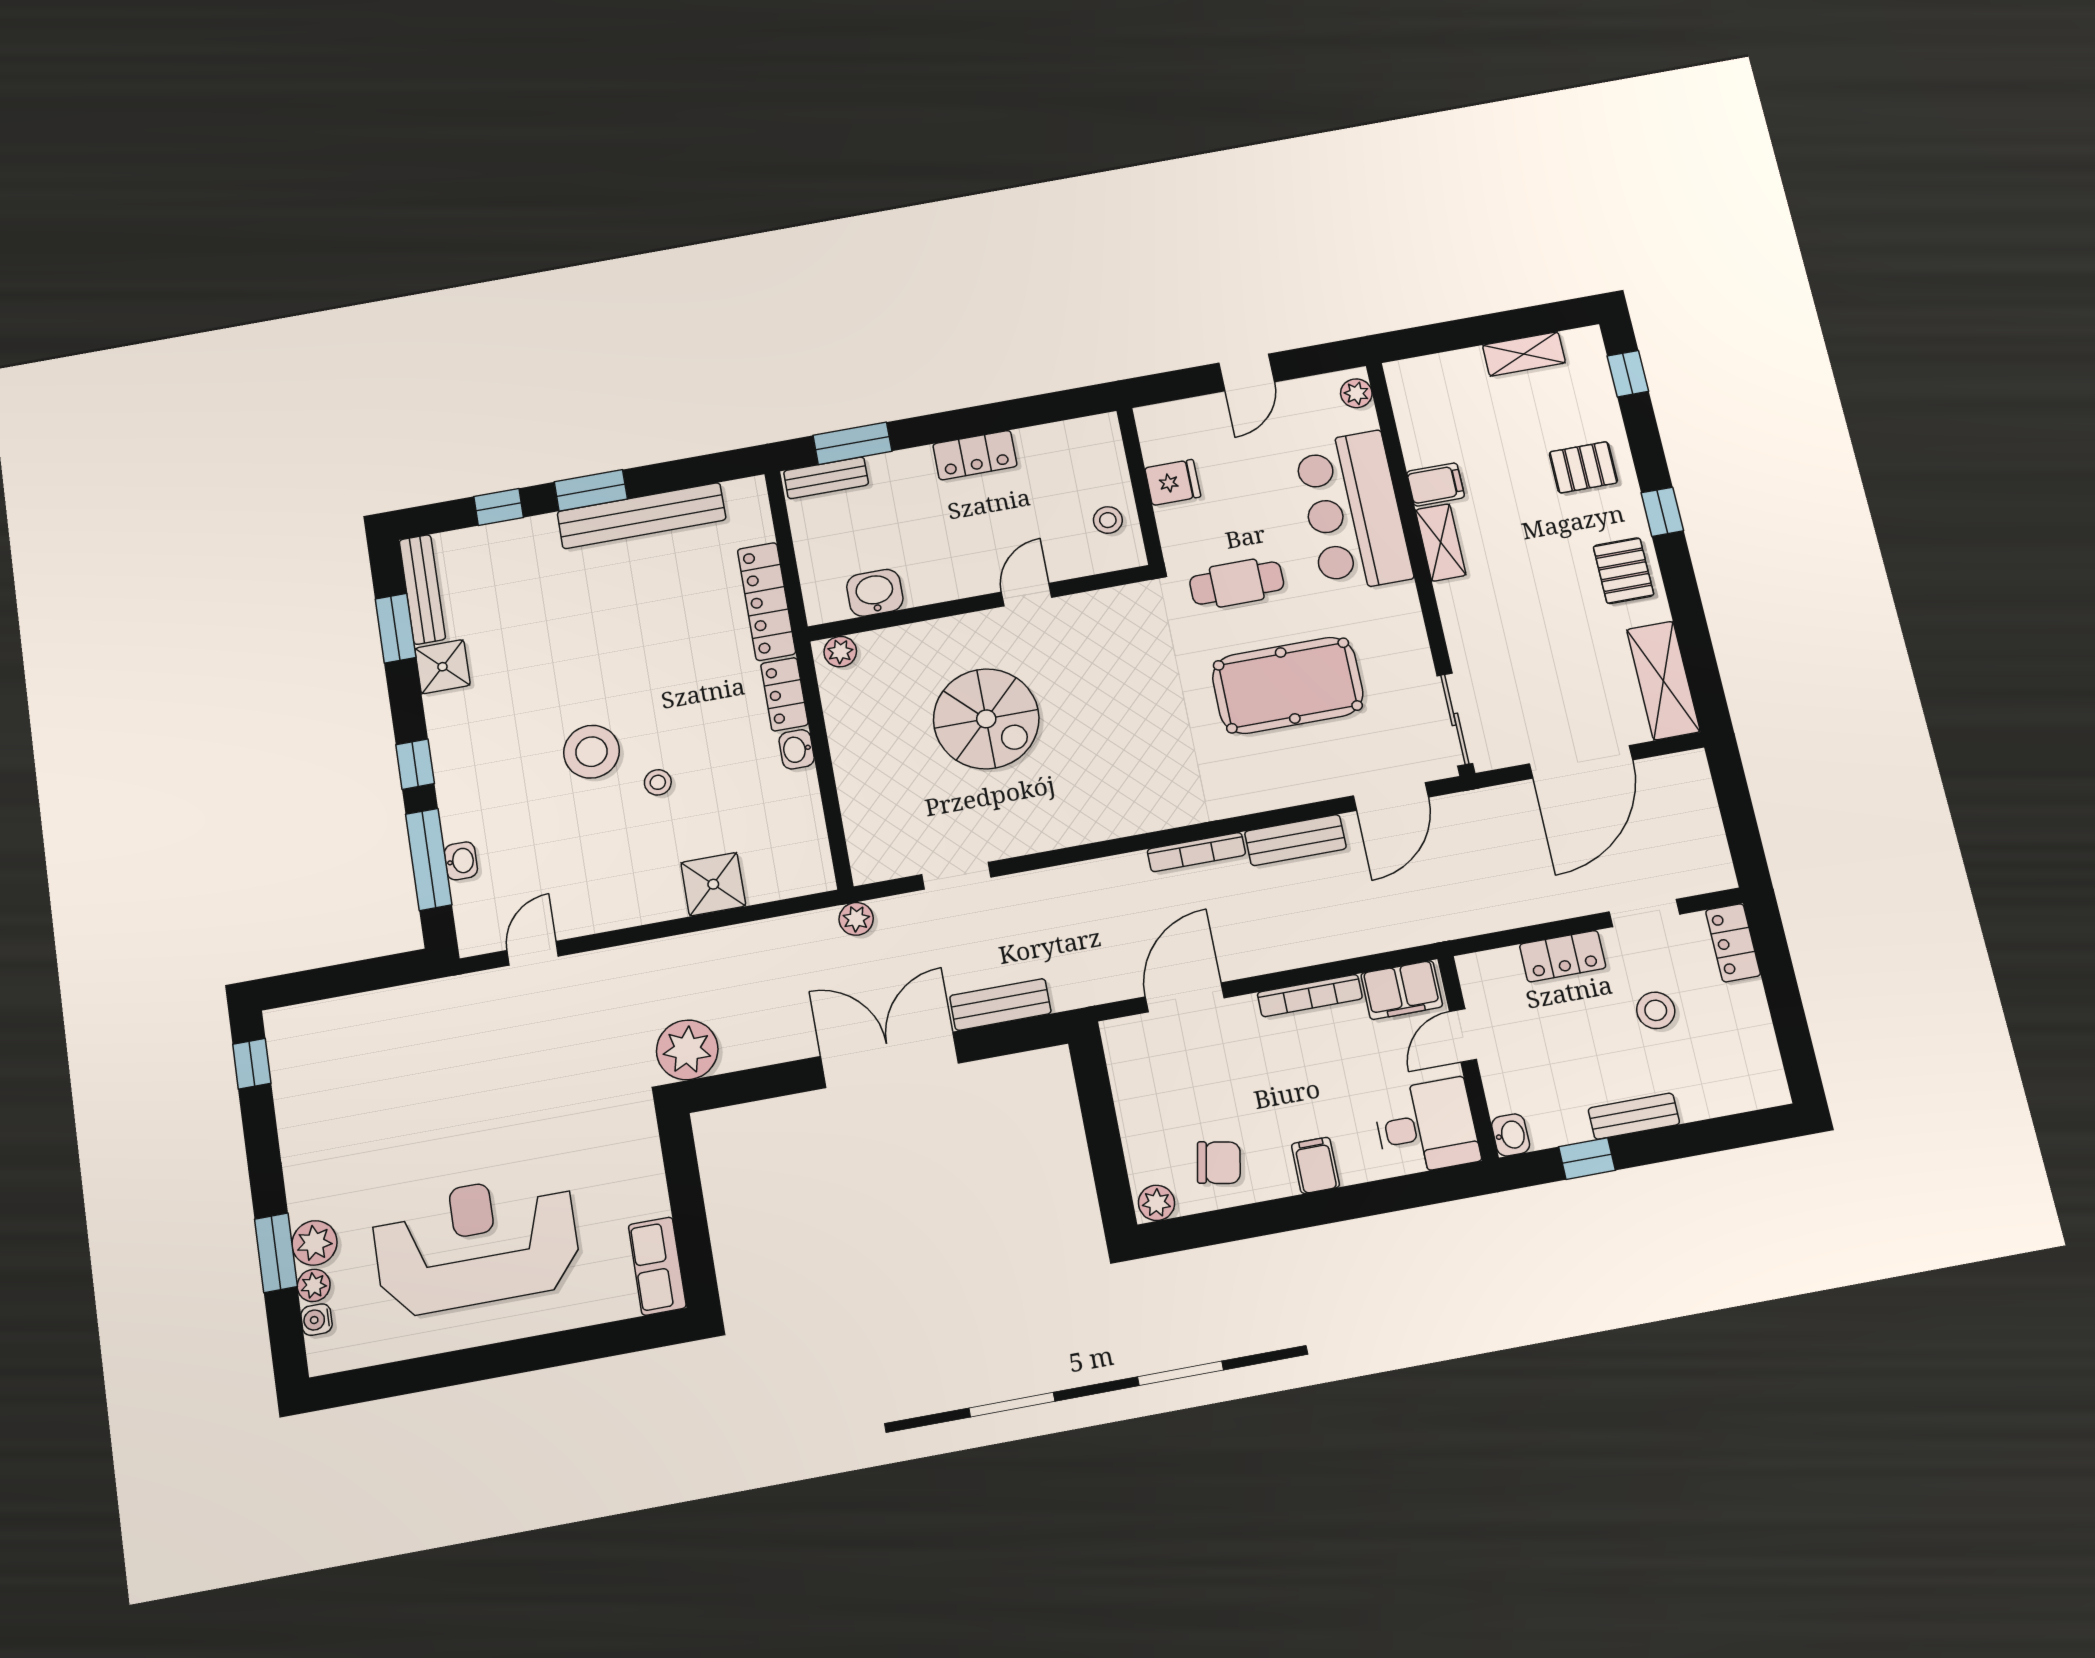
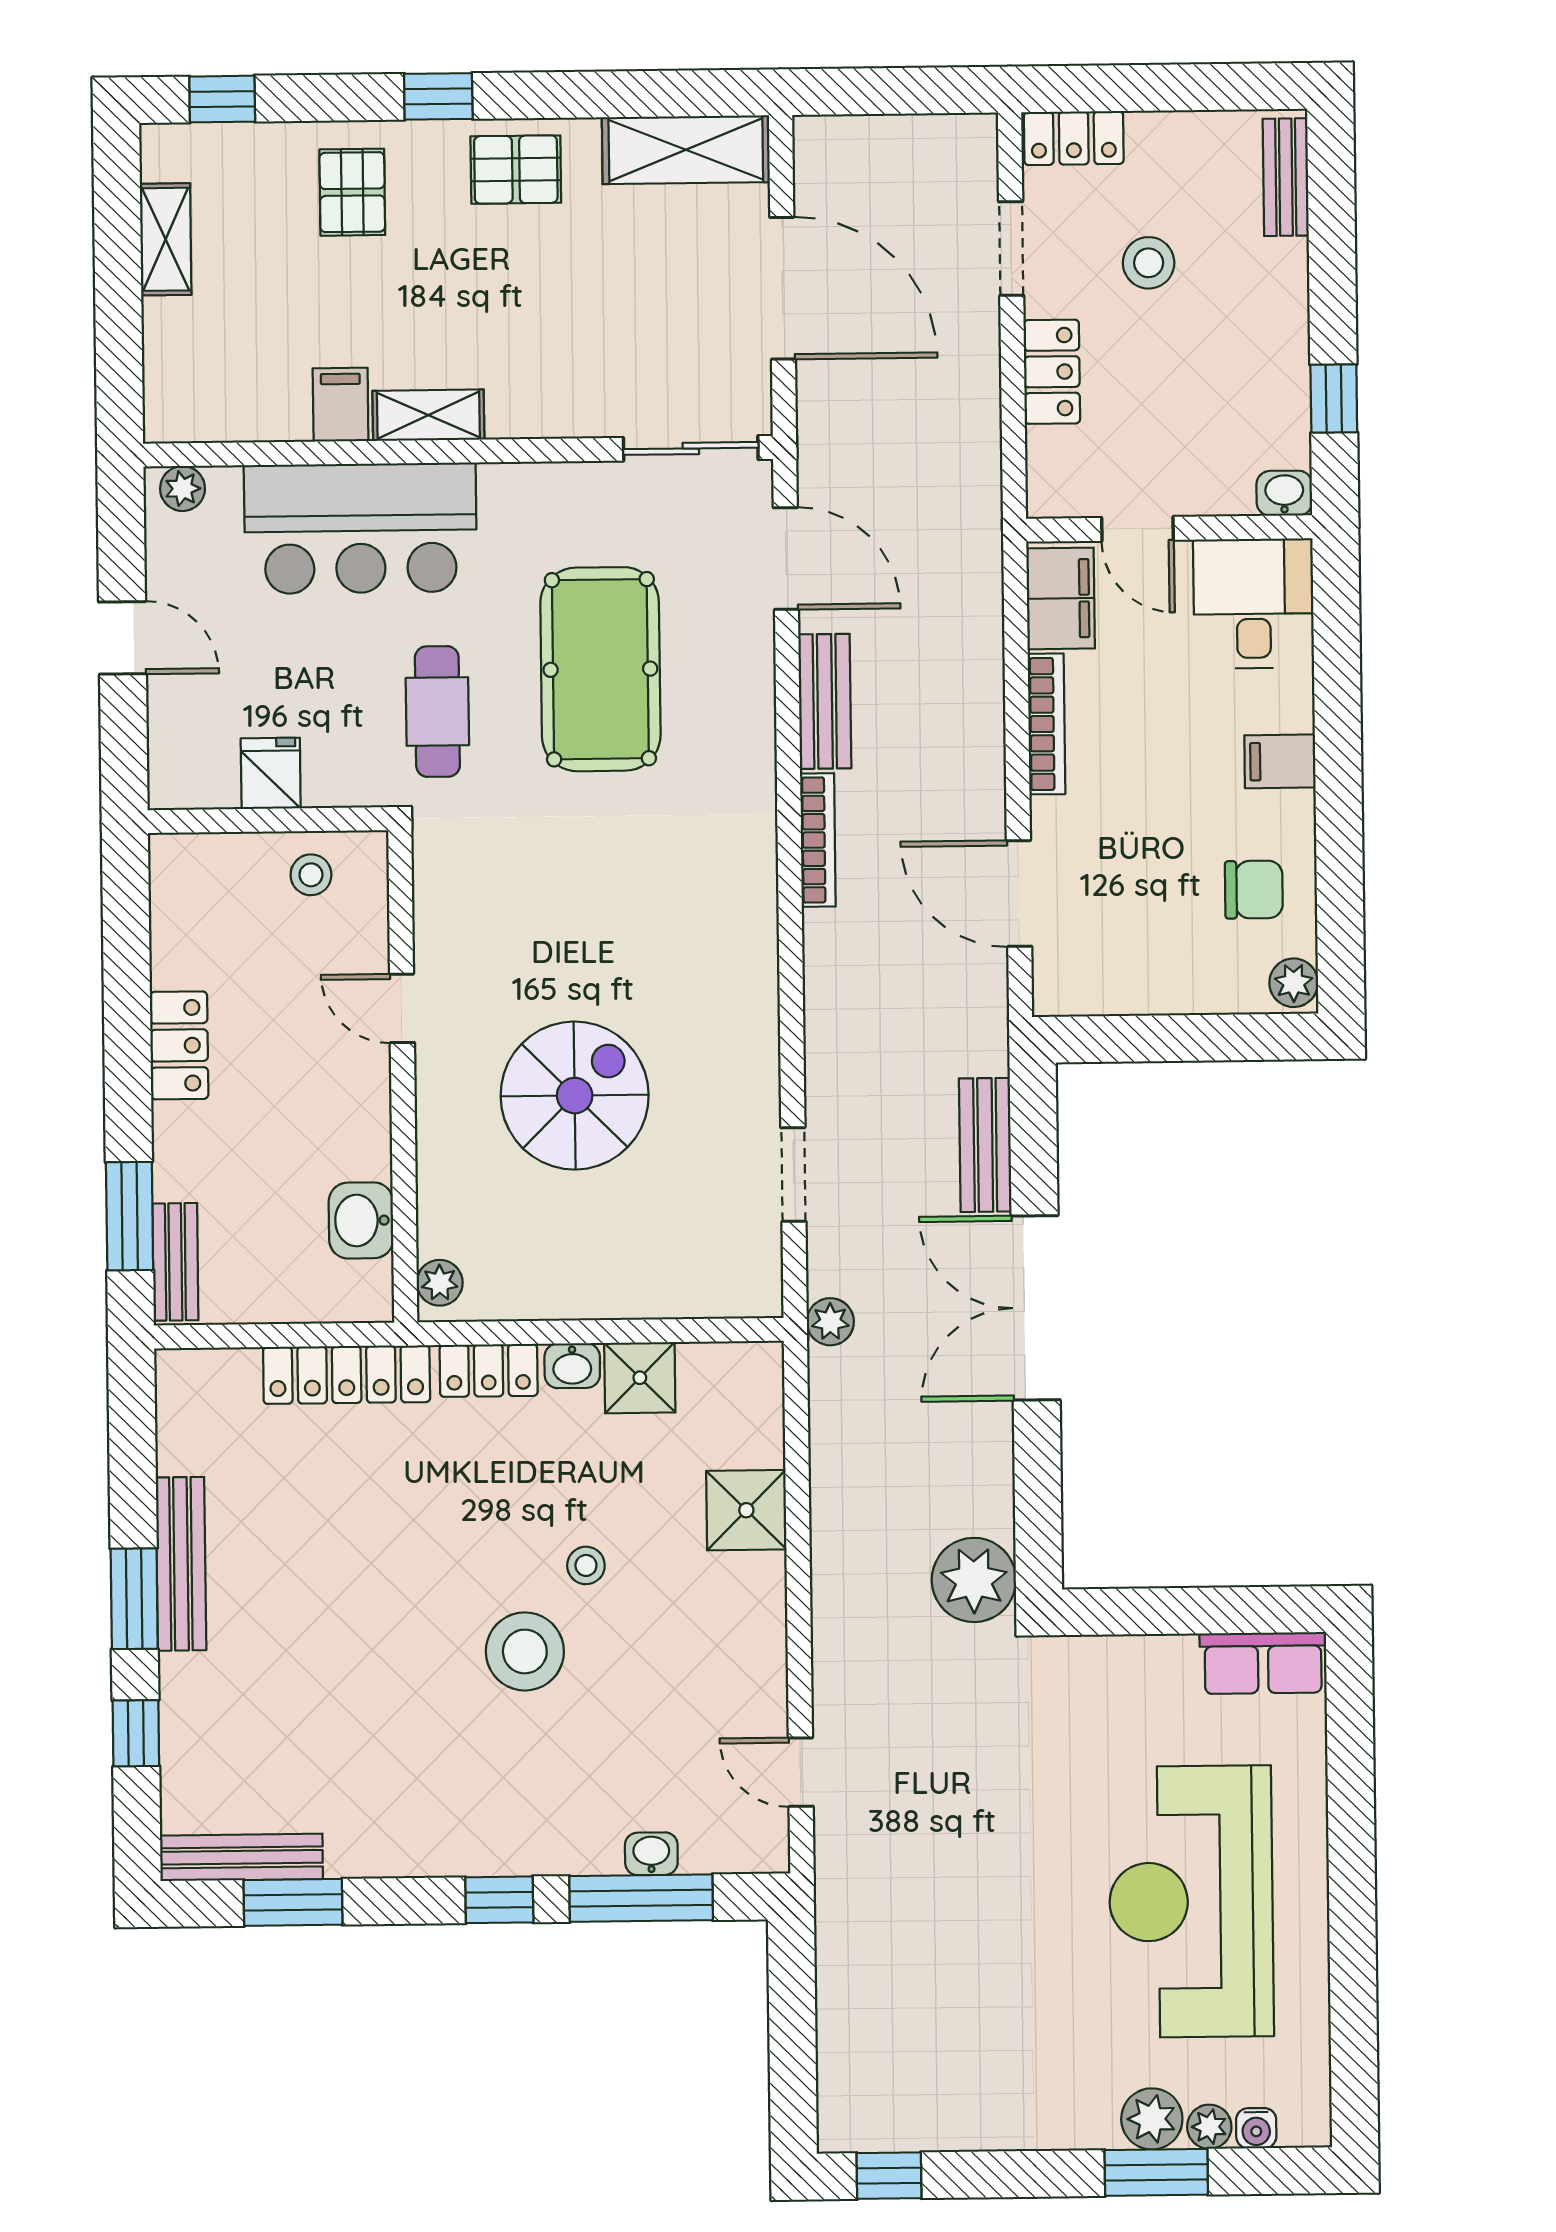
bench: (642, 516) -> (181, 1564), width x0.73, depth x0.82
shower: (442, 667) -> (640, 1378), moved
bench: (1634, 1116) -> (1286, 177), moved
chair: (1219, 1163) -> (1254, 890), turned 79

